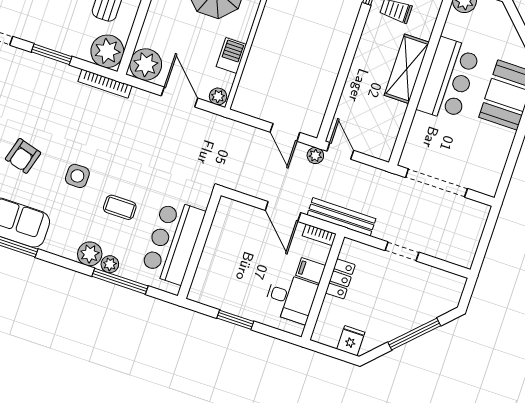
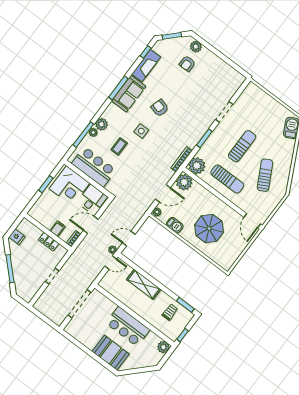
shelving: (407, 69) -> (144, 284), moved
bench: (341, 217) -> (79, 252), removed
corner desk: (224, 275) -> (69, 186), added
desk: (291, 298) -> (92, 200), moved, turned 180

